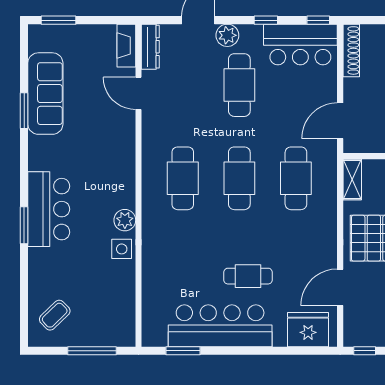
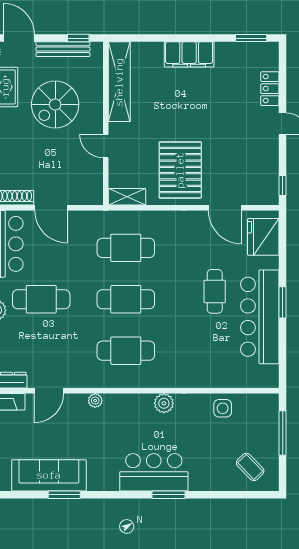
door: (340, 121) -> (51, 208), moved
plant: (128, 145) -> (95, 401), added
side table: (122, 249) -> (223, 408), moved
window: (183, 351) -> (283, 302), moved

